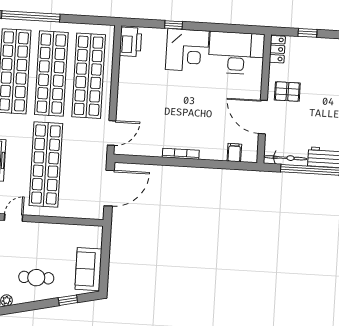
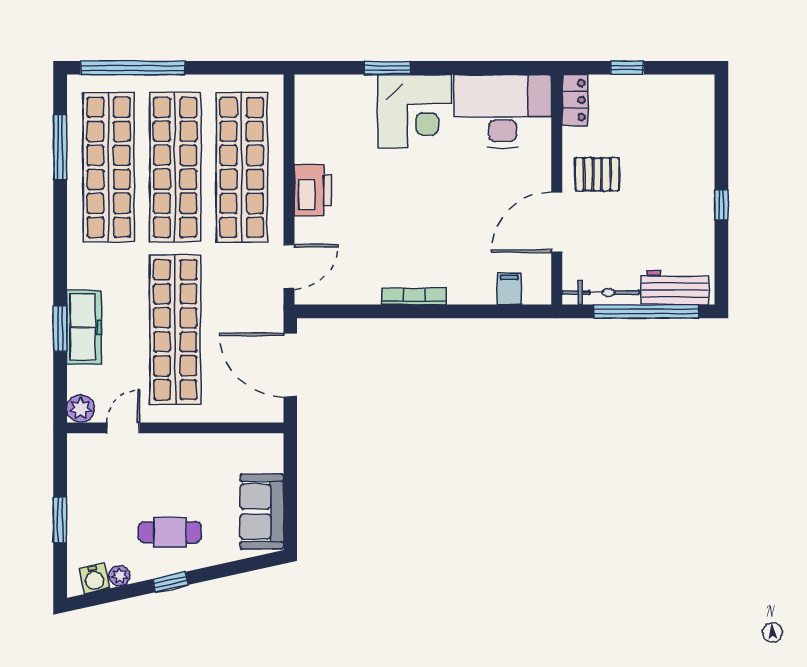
window: (174, 25) -> (388, 68), width x1.50
printer: (130, 42) -> (313, 190), moved
door: (263, 117) -> (557, 222), hinge flipped
door: (109, 188) -> (290, 365), swing flipped
window: (68, 300) -> (170, 582), moved

